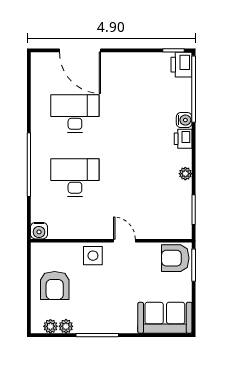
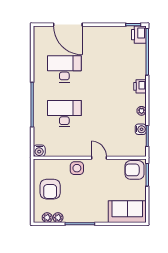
water cooler: (184, 120) -> (141, 129), moved

